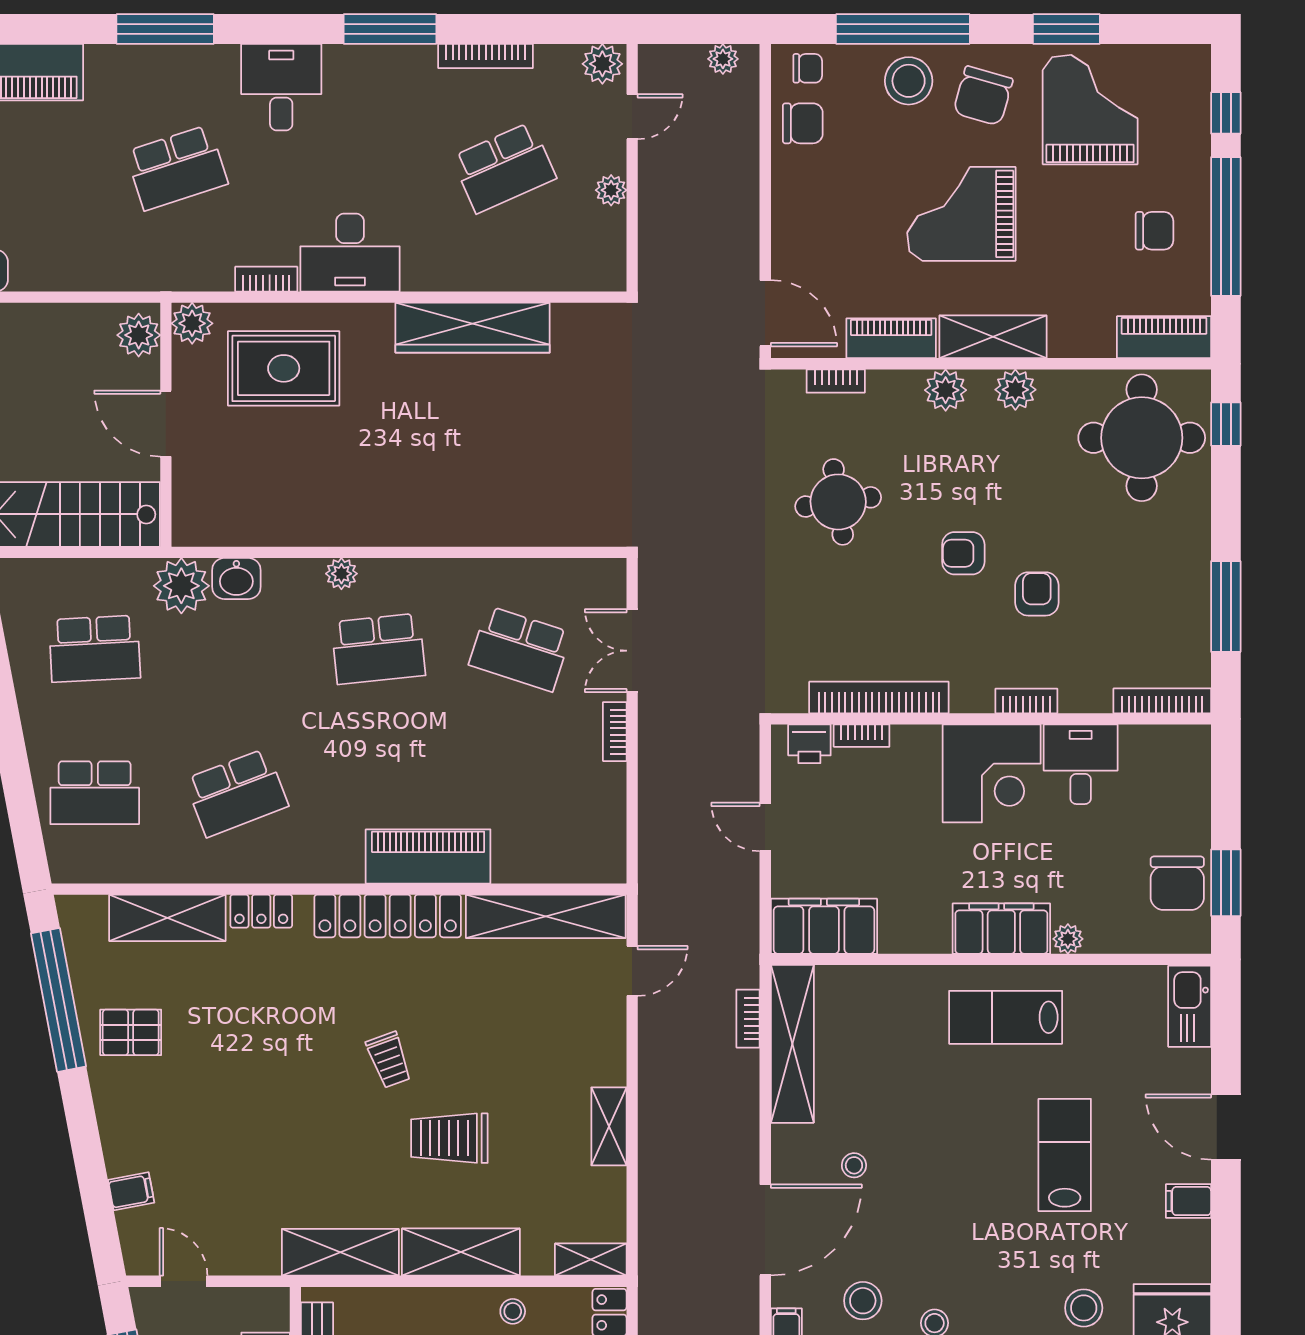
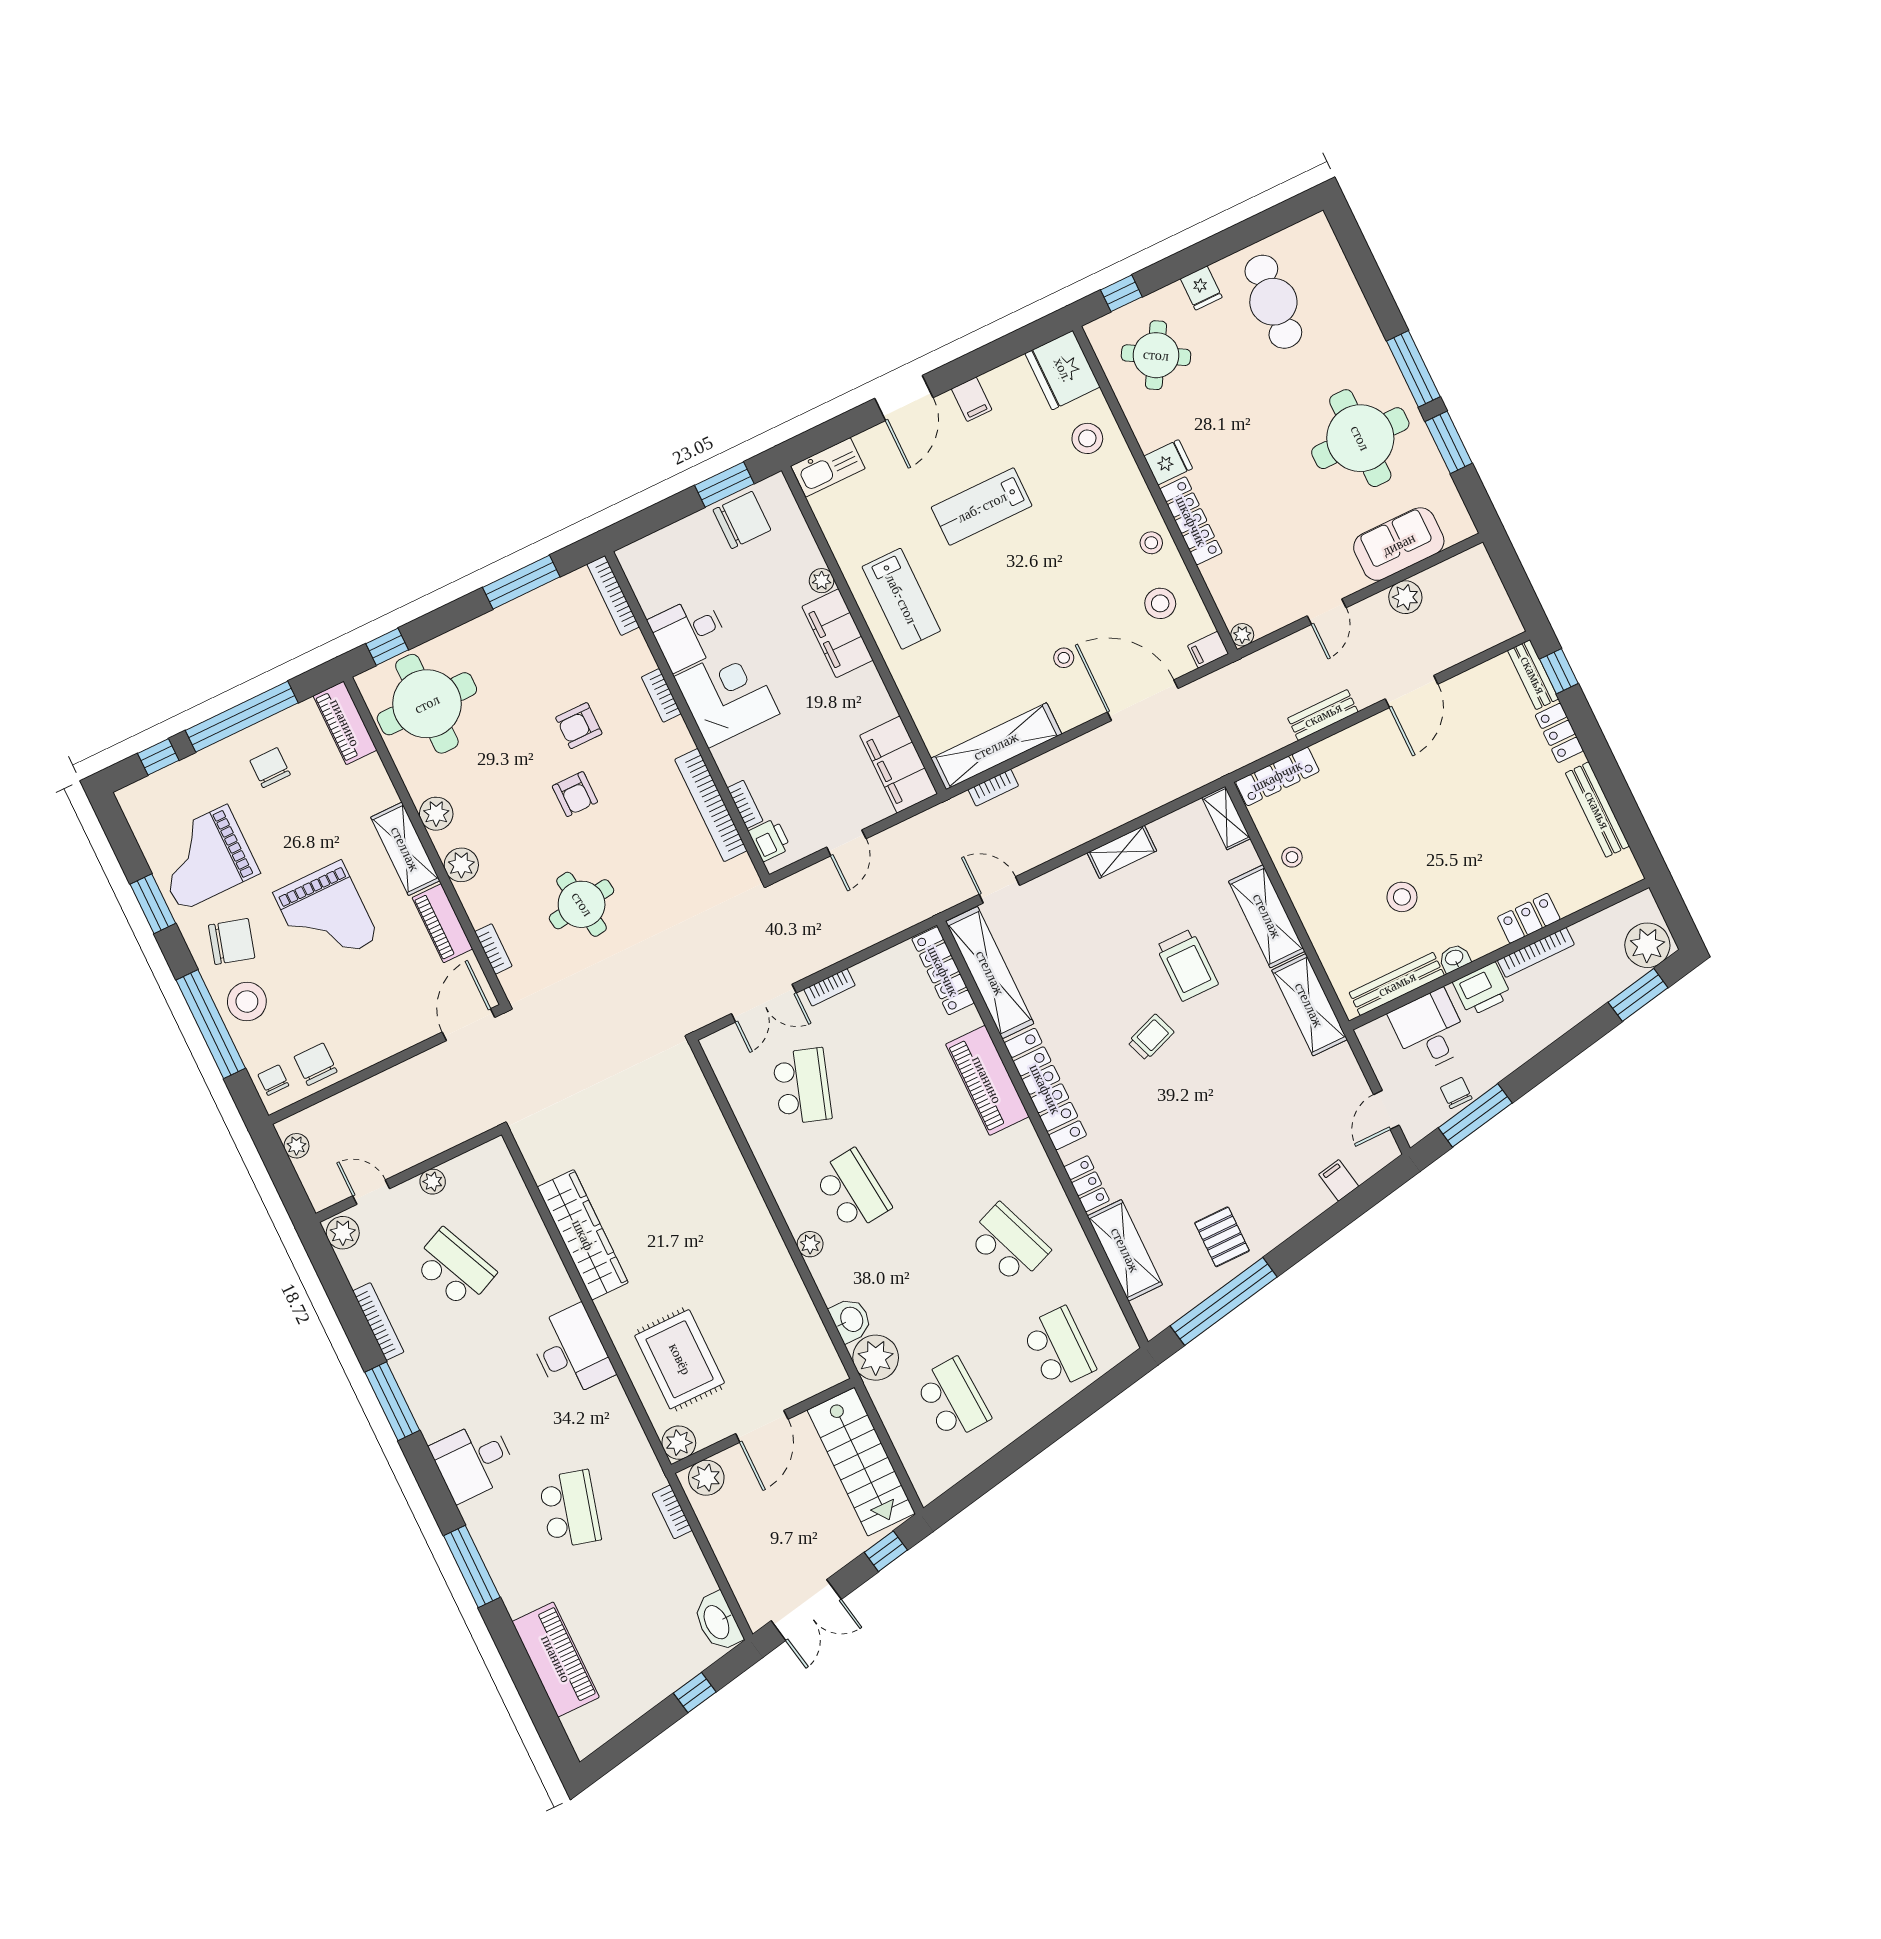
school desk: (177, 168) -> (570, 1509), turned 33
bookcase: (266, 279) -> (672, 1512), moved
locker: (573, 866) -> (943, 971), added

